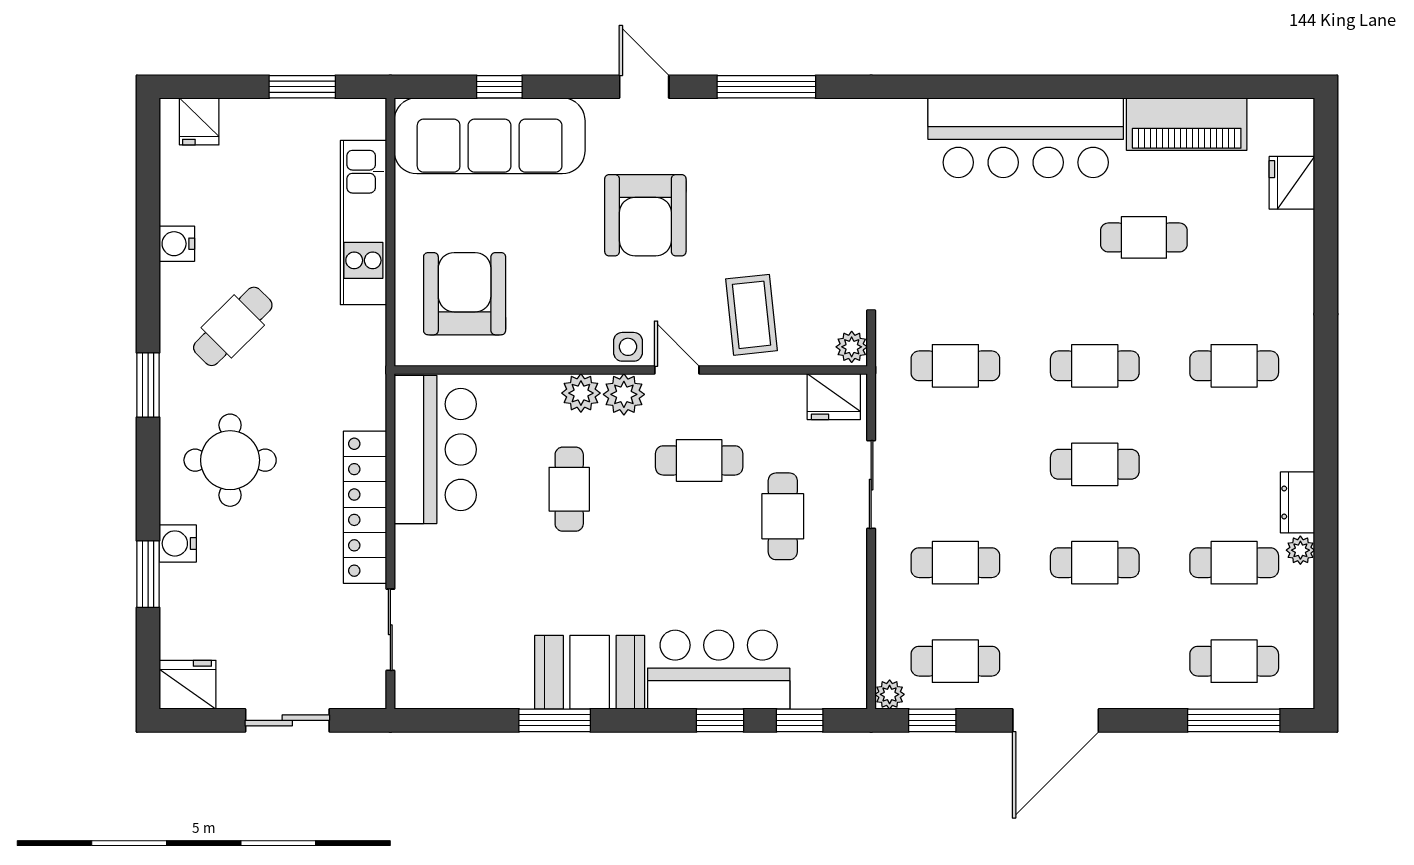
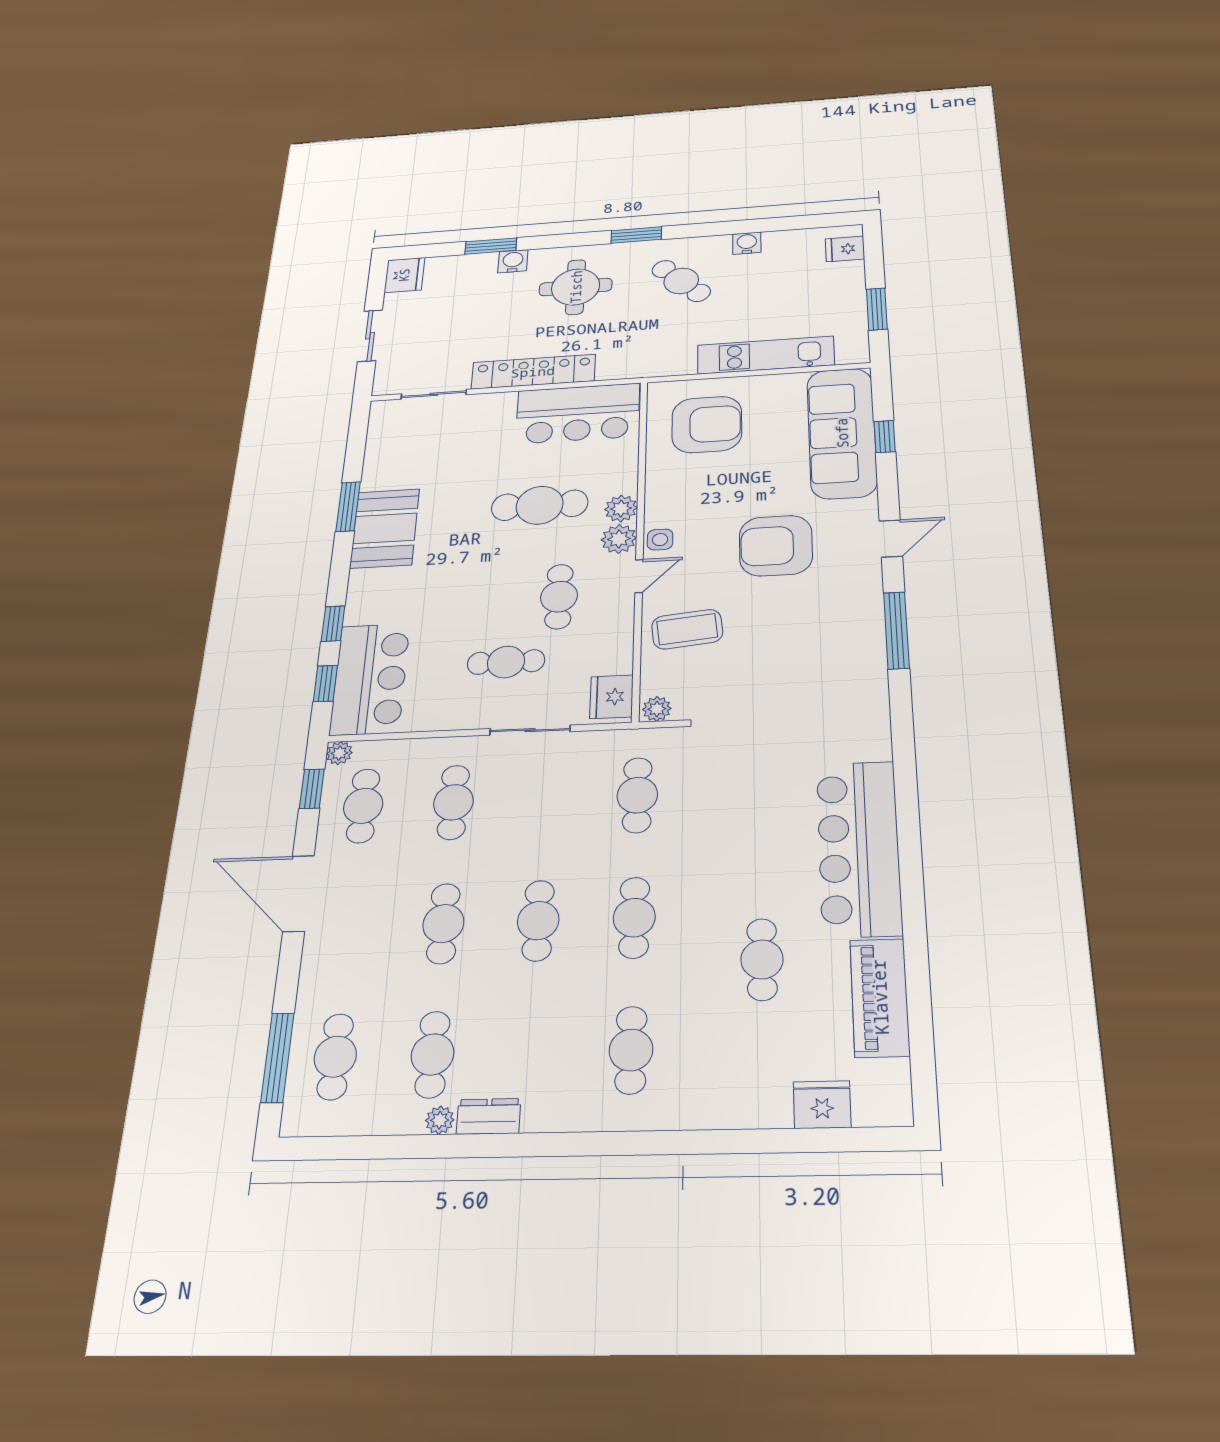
cafe table: (569, 489) -> (540, 505), width x1.37, depth x1.35
bar counter: (719, 670) -> (370, 679), moved

